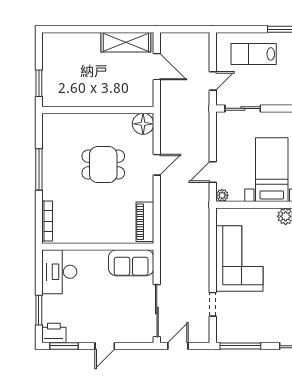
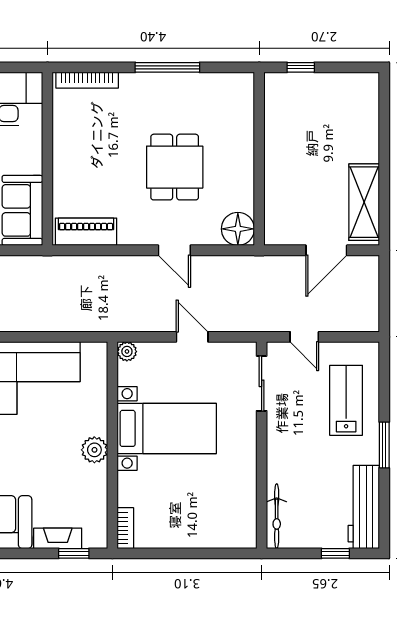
window: (39, 83) -> (301, 67), width x0.67
door: (213, 172) -> (192, 337), moved

